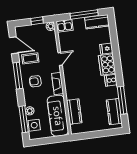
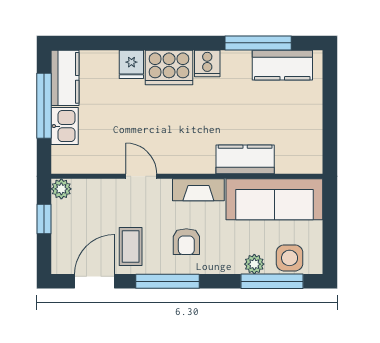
kitchen sink: (65, 26) -> (65, 126), moved
kitchen counter: (74, 112) -> (245, 159), moved

